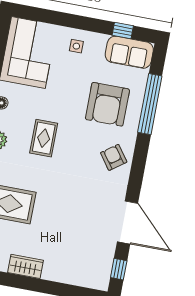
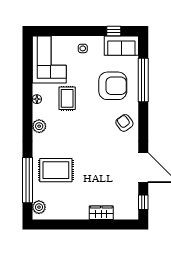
armchair: (107, 104) -> (113, 86), turned -90
rug: (44, 138) -> (67, 98), moved
wardrobe: (25, 266) -> (101, 213), moved

